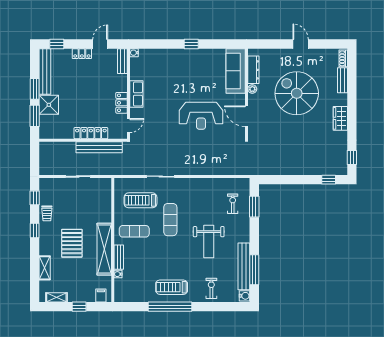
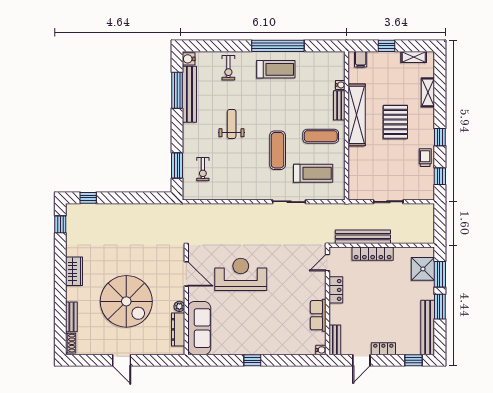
row of seats: (136, 94) -> (318, 315), moved
shower: (49, 105) -> (423, 269), moved
weight bench: (209, 241) -> (232, 124), width x0.73, depth x0.75

